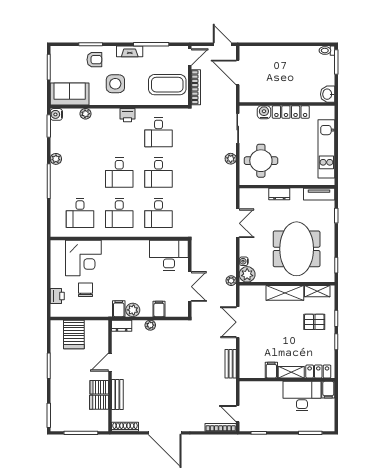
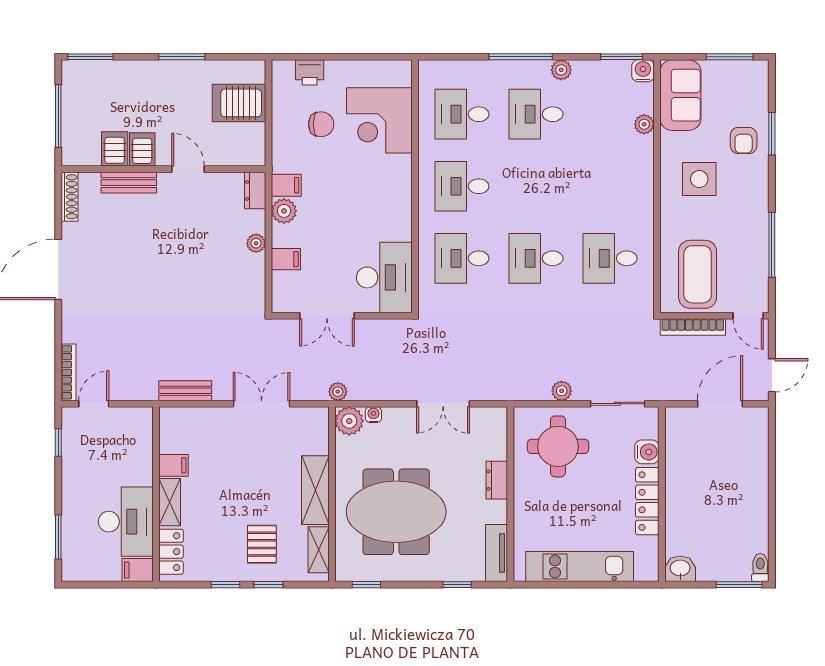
fireplace: (130, 51) -> (759, 205), removed
printer: (128, 115) -> (642, 201), removed
desk: (119, 173) -> (536, 114), moved

